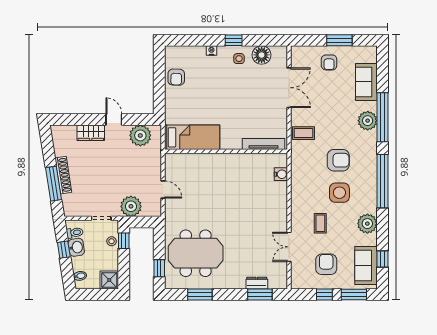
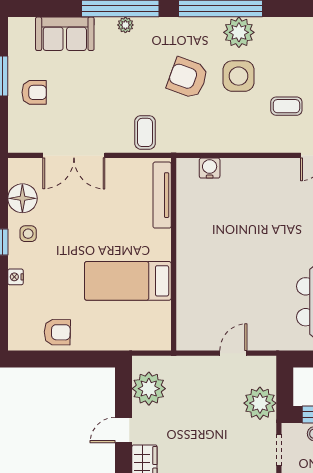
double door: (289, 88) -> (74, 155), swing flipped
plant: (368, 121) -> (125, 25), width x0.53, depth x0.53
bed: (192, 137) -> (128, 281), moved, turned -90
armchair: (338, 160) -> (188, 78), turned -70
plant: (367, 224) -> (239, 32), moved

